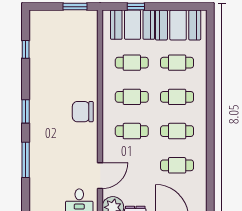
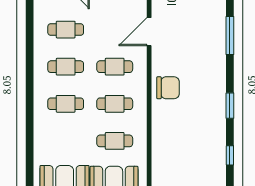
cafe table: (177, 63) -> (66, 141), removed
window: (26, 111) -> (230, 106), moved
door: (100, 176) -> (149, 32), moved

